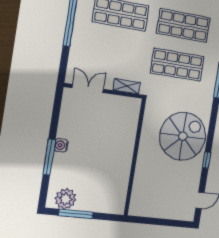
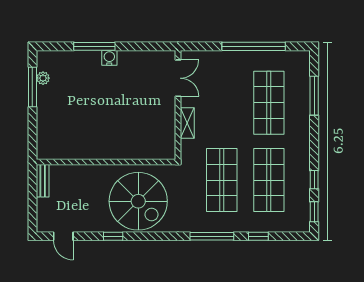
wall: (135, 157) -> (106, 162), moved
plant: (66, 199) -> (43, 78), width x0.53, depth x0.53
bench: (154, 213) -> (43, 181), added

